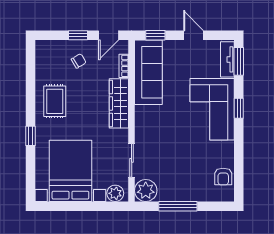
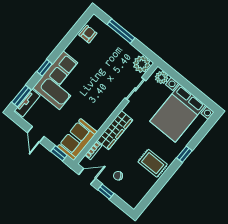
sofa: (148, 72) -> (77, 139), width x0.73
rug: (55, 101) -> (153, 163), turned 90
window: (178, 206) -> (121, 31), moved

